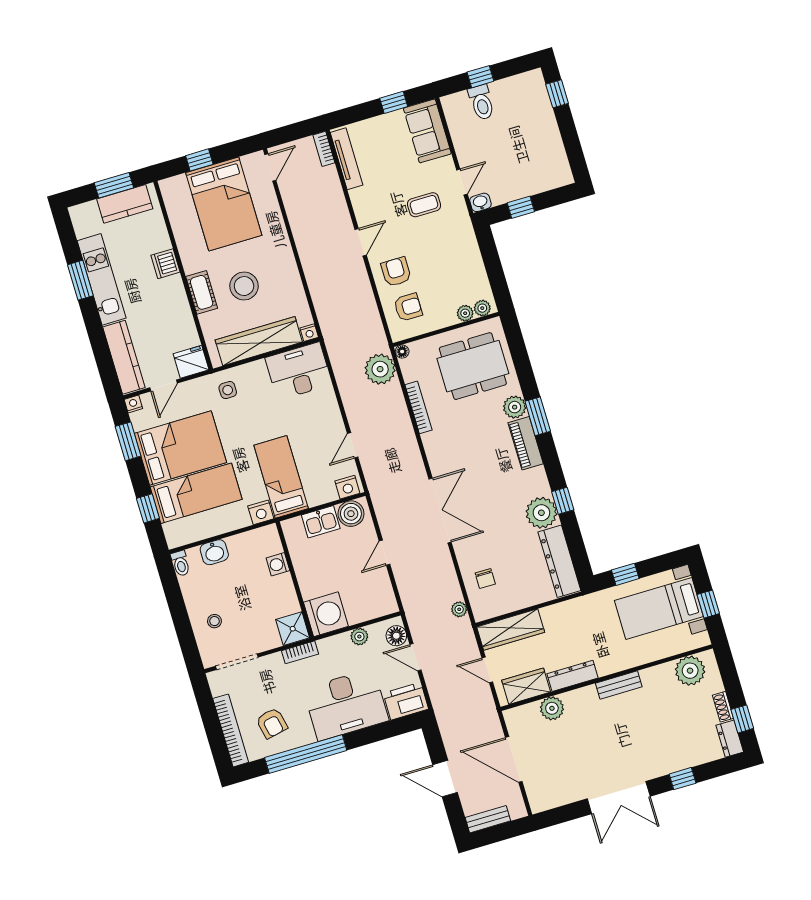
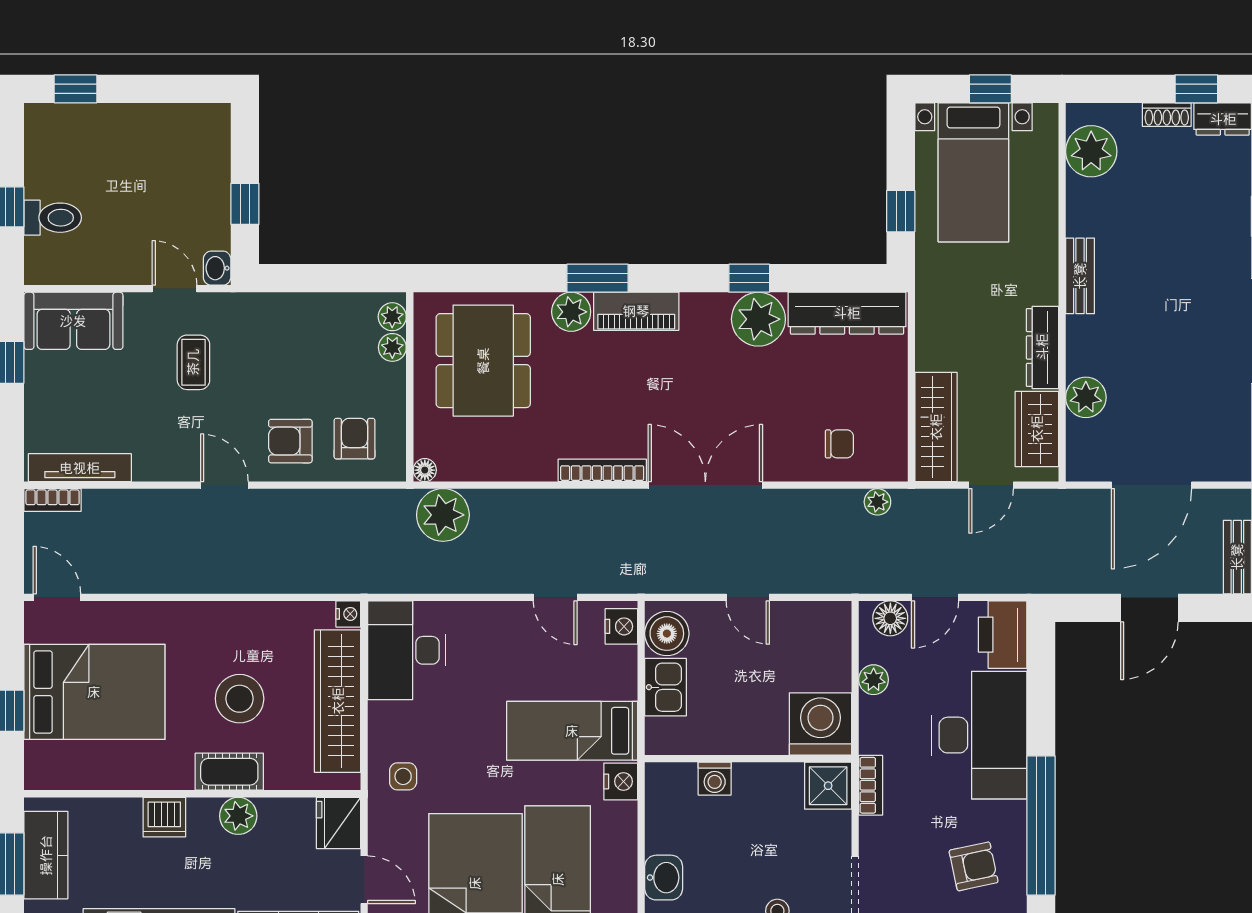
plant: (178, 305) -> (238, 816), added
bookcase: (418, 407) -> (602, 470), moved

